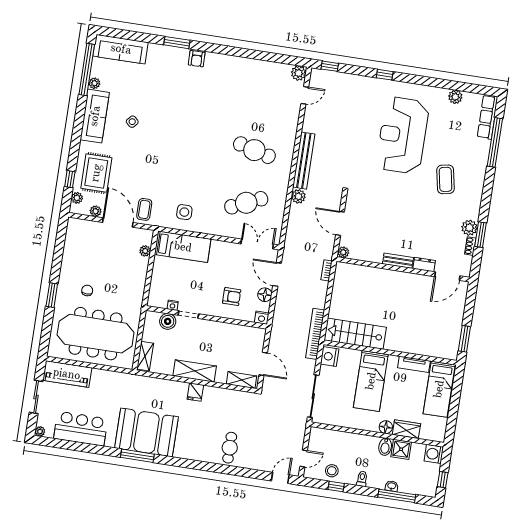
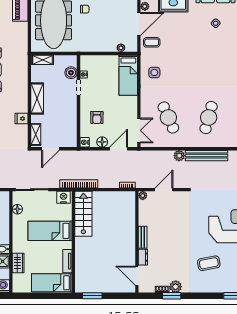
fridge: (195, 392) -> (22, 119), moved
floor lamp: (386, 427) -> (17, 209), moved

